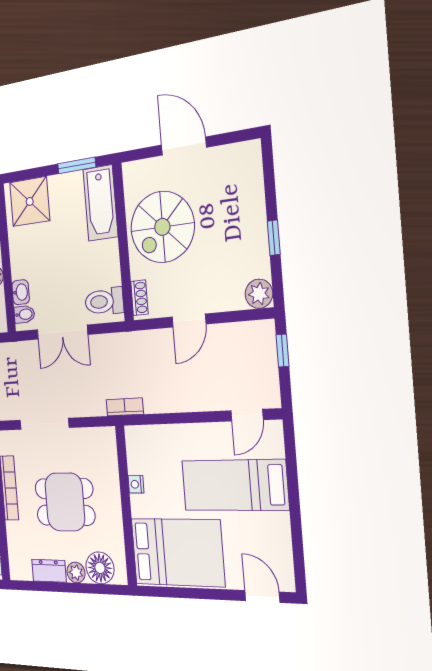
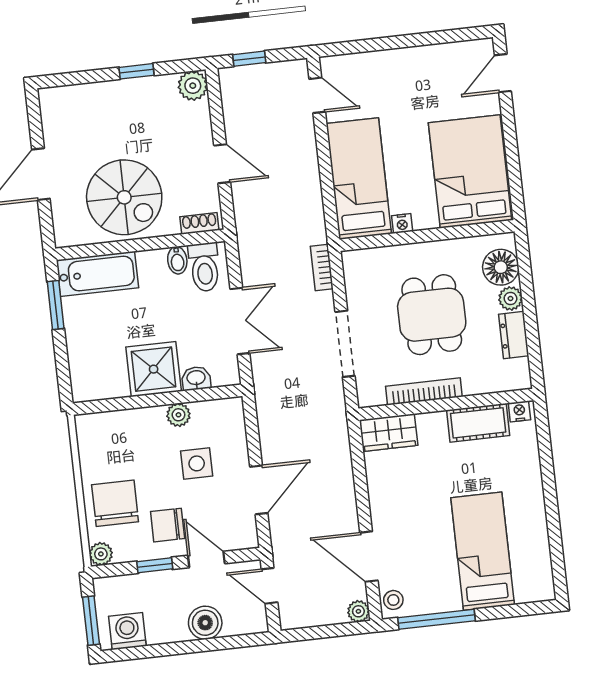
shower: (30, 201) -> (154, 369), moved
bidet: (24, 314) -> (177, 260), moved, turned 180
bookcase: (125, 407) -> (322, 268), moved
bed: (234, 485) -> (359, 179), moved, turned 180

